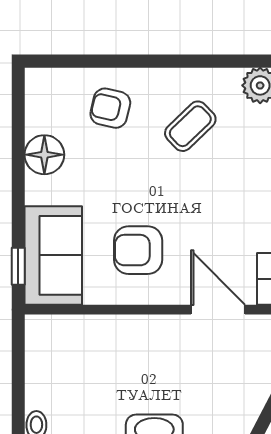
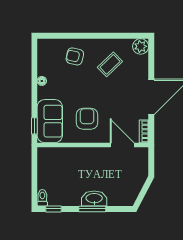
floor lamp: (44, 155) -> (42, 81), width x0.53, depth x0.53
armchair: (138, 250) -> (87, 119), turned 90

